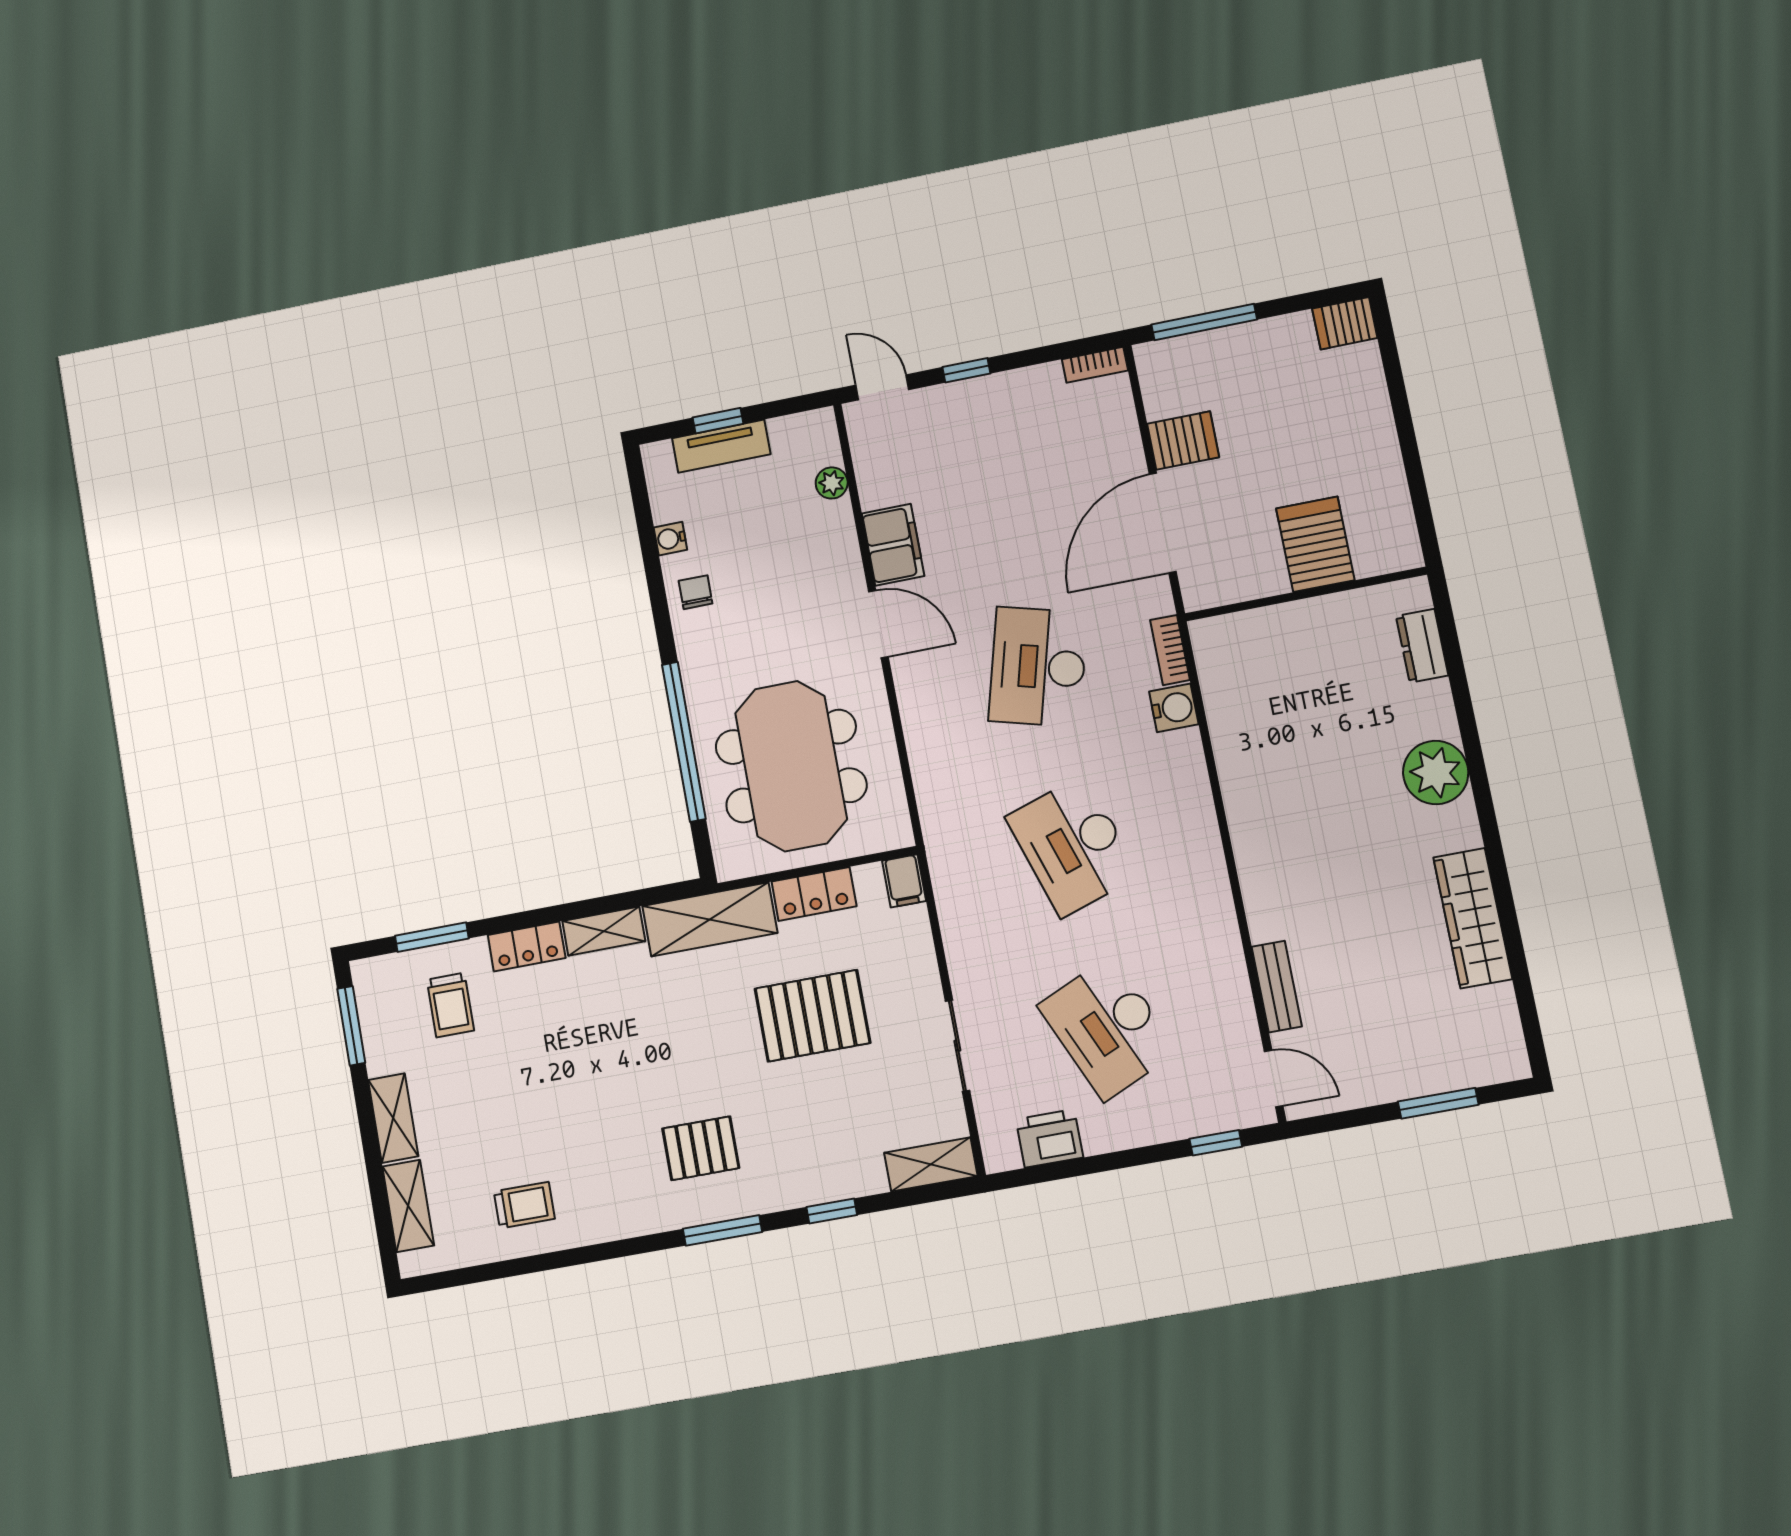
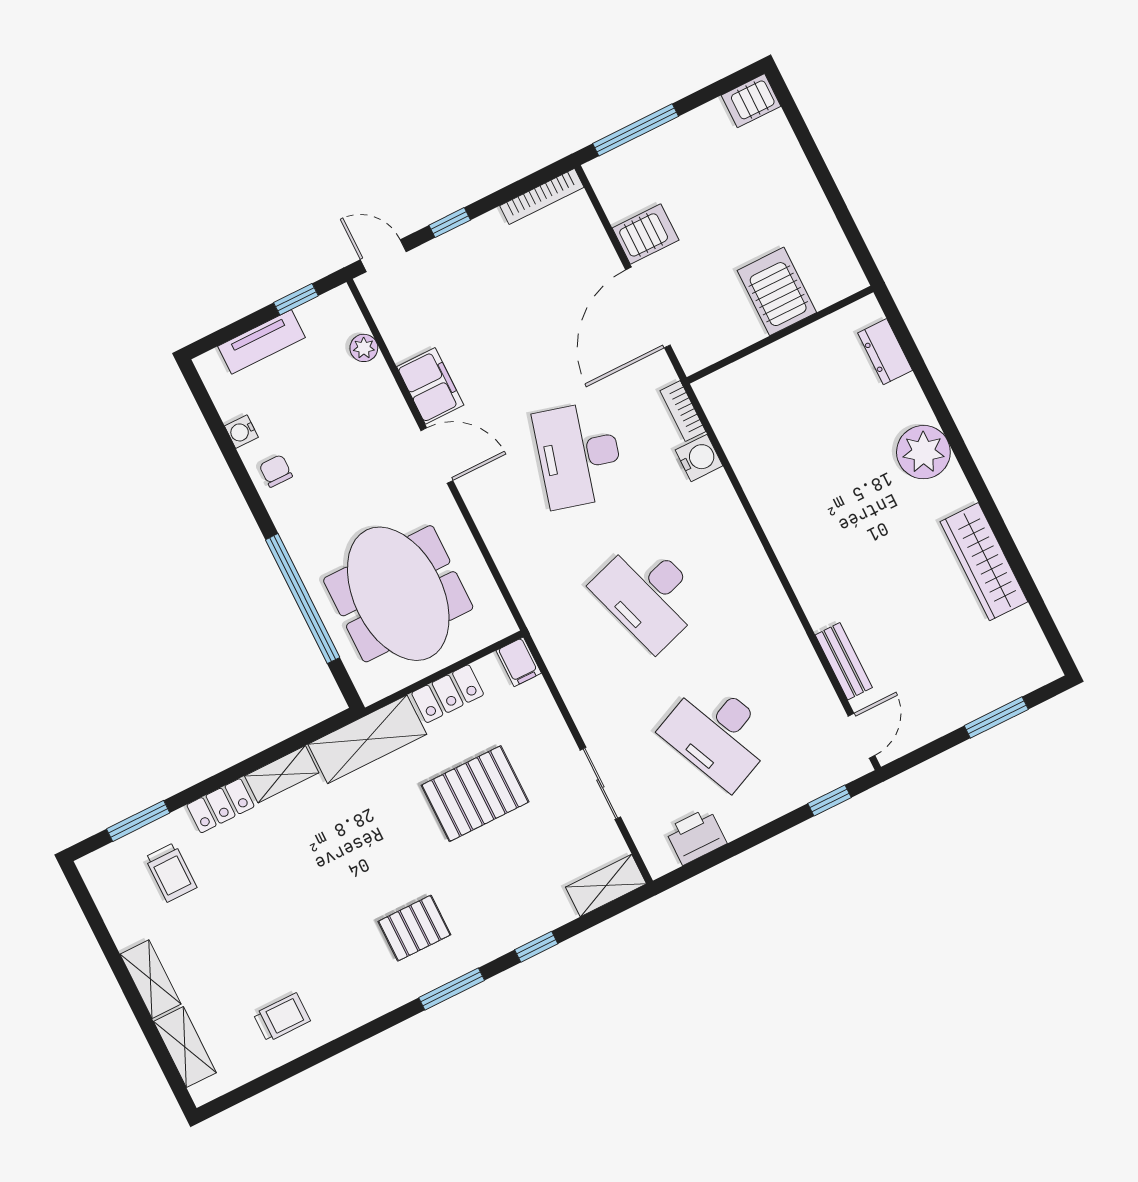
bookcase: (1095, 365) -> (542, 196), width x1.56
window: (718, 421) -> (296, 299), moved
window: (351, 1026) -> (92, 914), removed
door: (1274, 1079) -> (861, 736), hinge flipped

